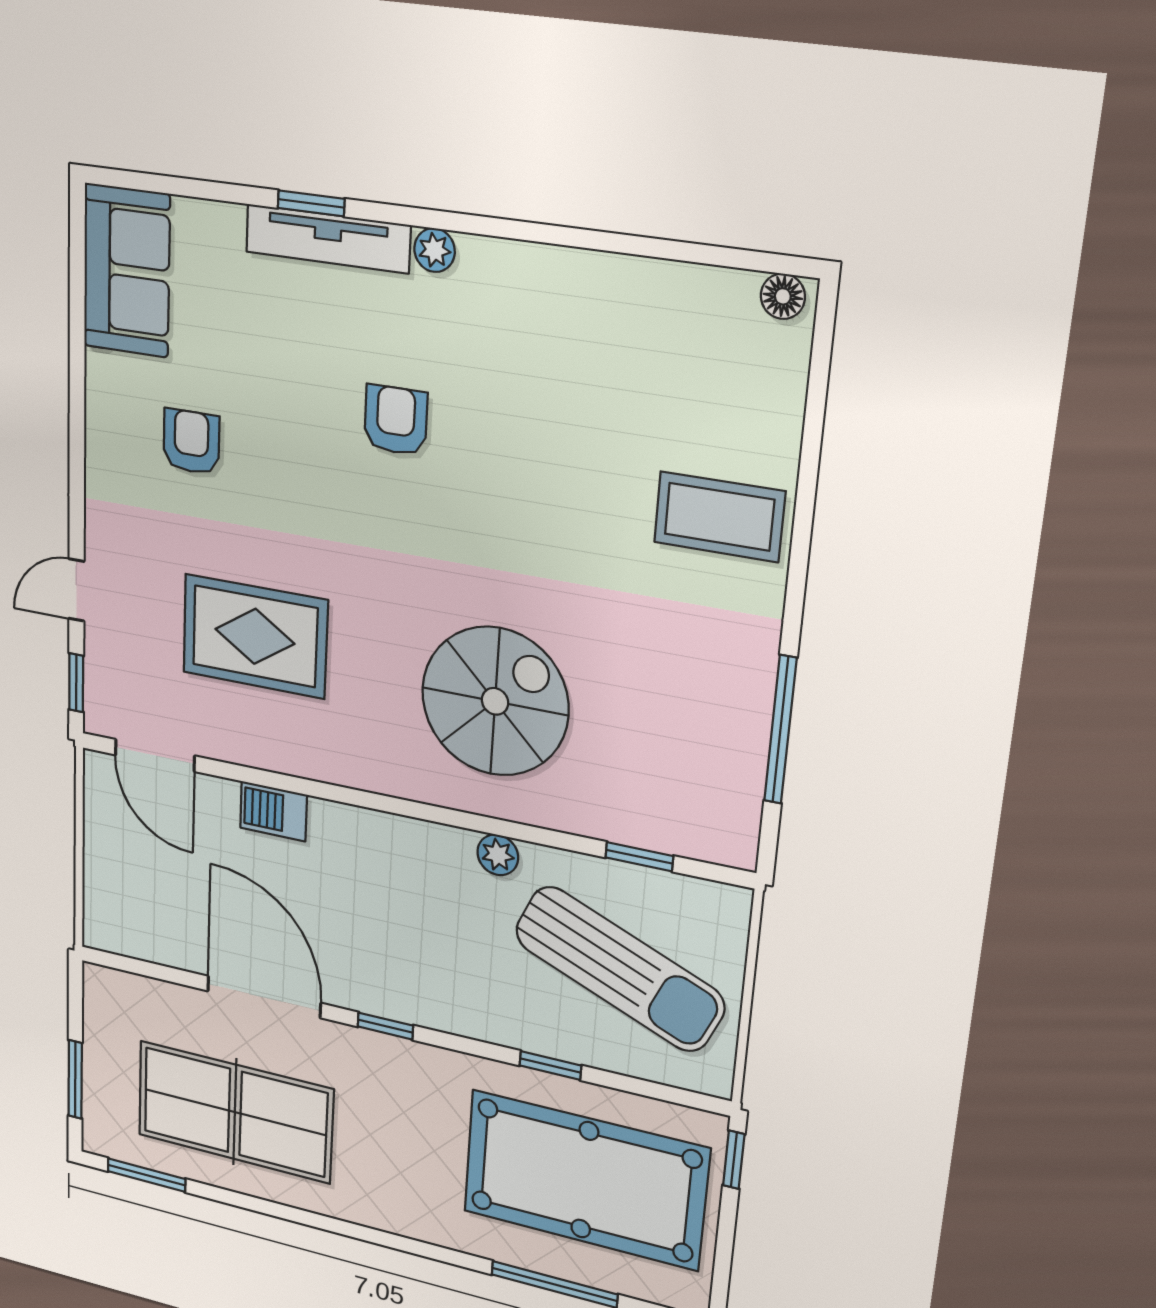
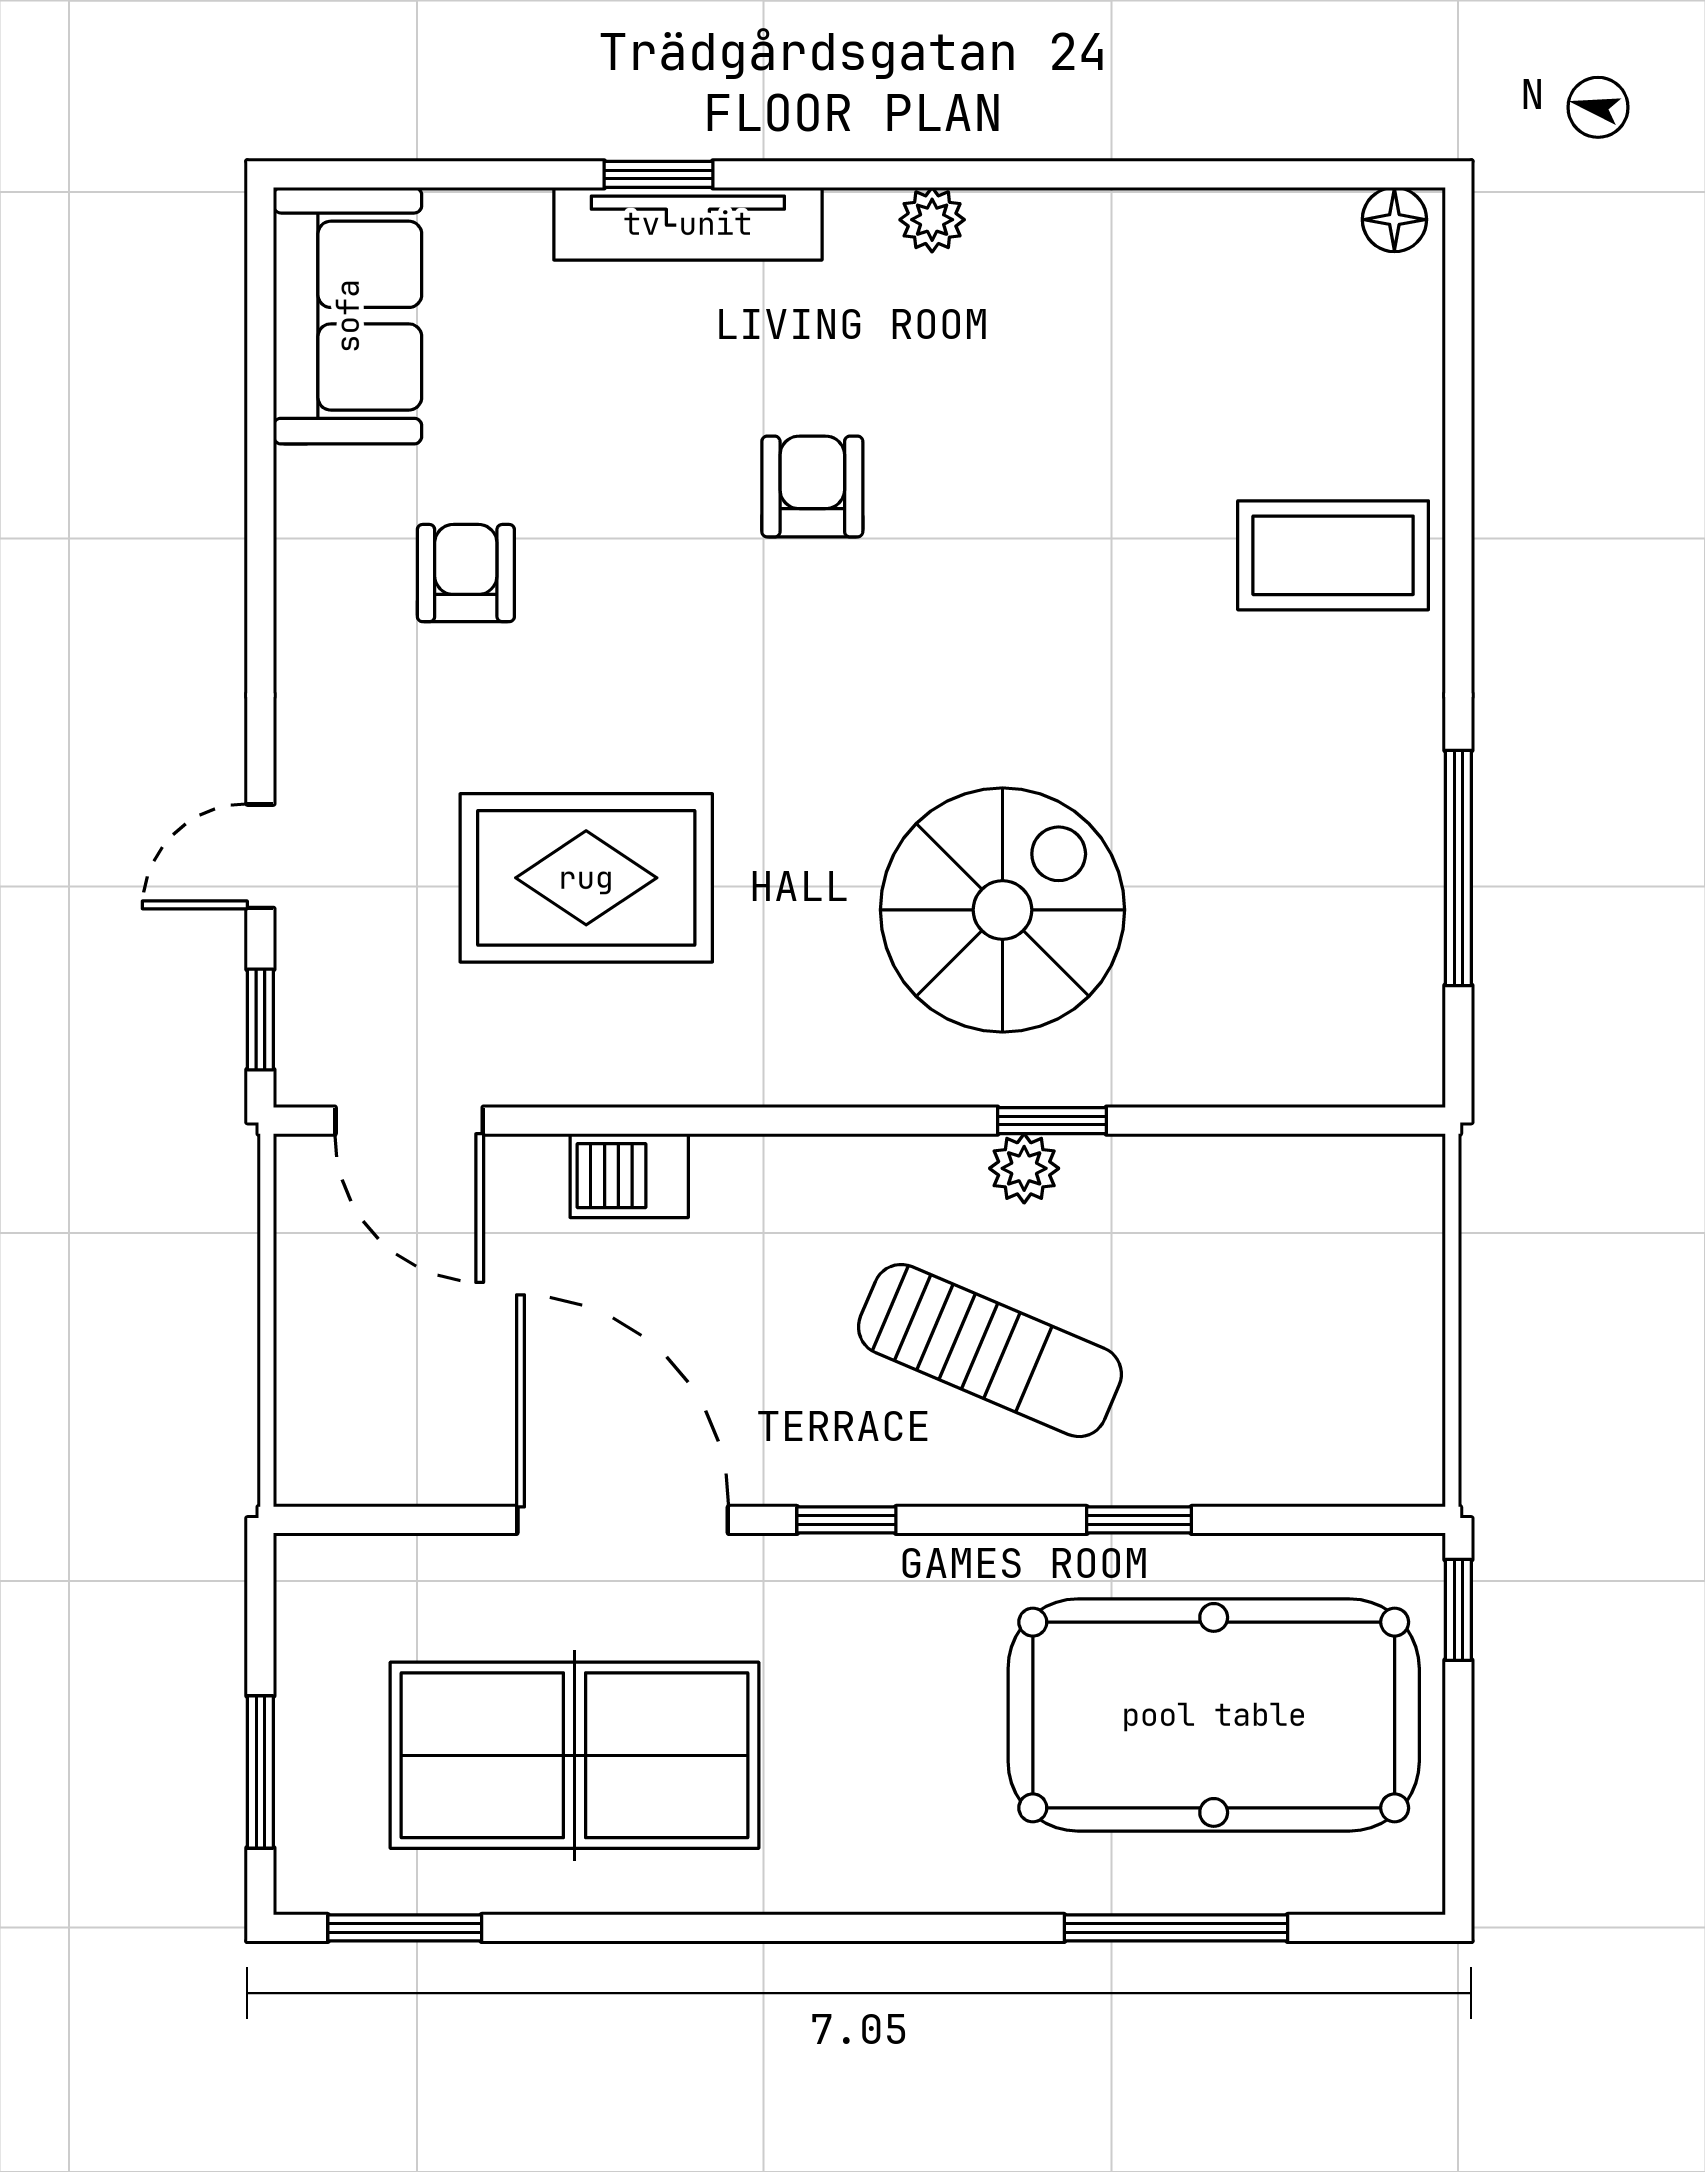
plant: (435, 250) -> (932, 220), moved
window: (639, 857) -> (1052, 1121), moved
sun lounger: (620, 969) -> (990, 1351), moved, width x0.73, depth x0.75

